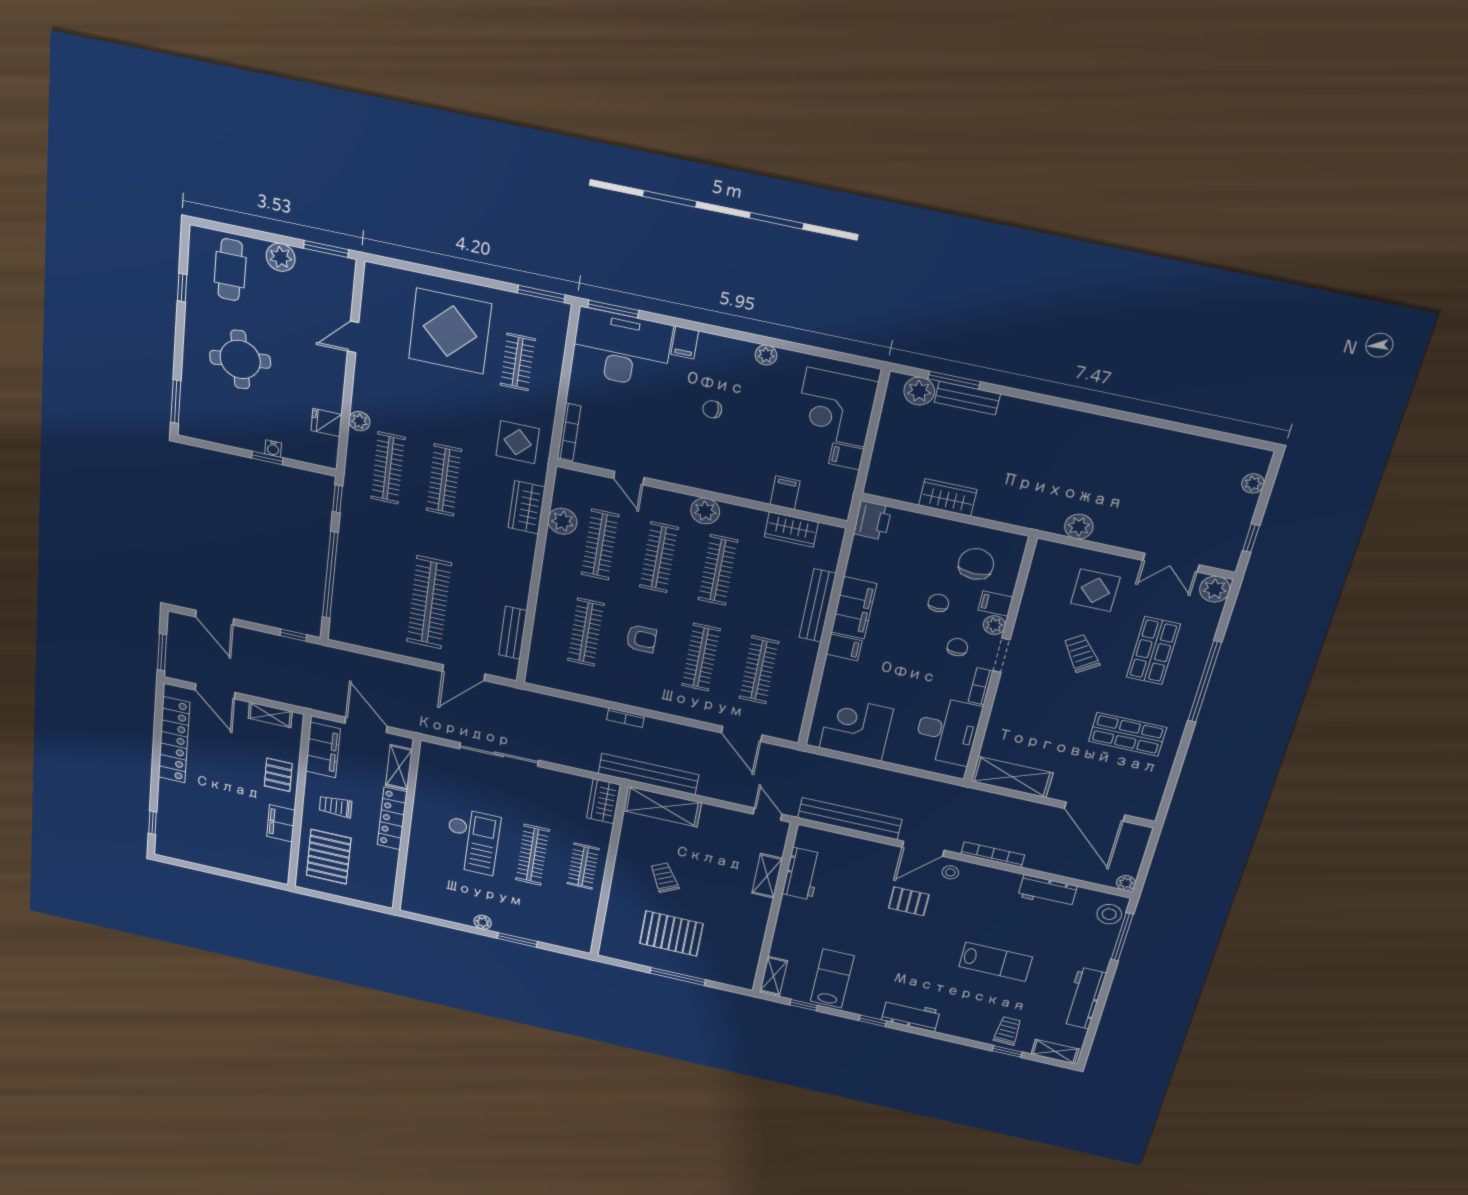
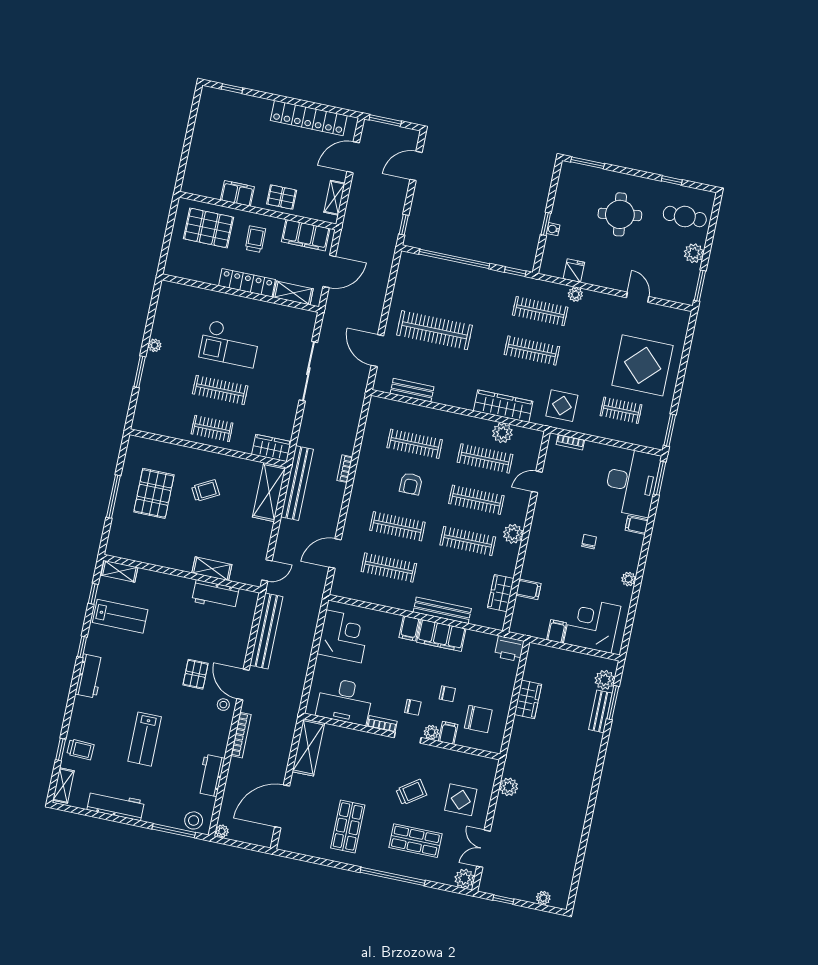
bookcase: (569, 432) -> (570, 442), width x0.64
wardrobe: (527, 507) -> (503, 406), width x1.50

